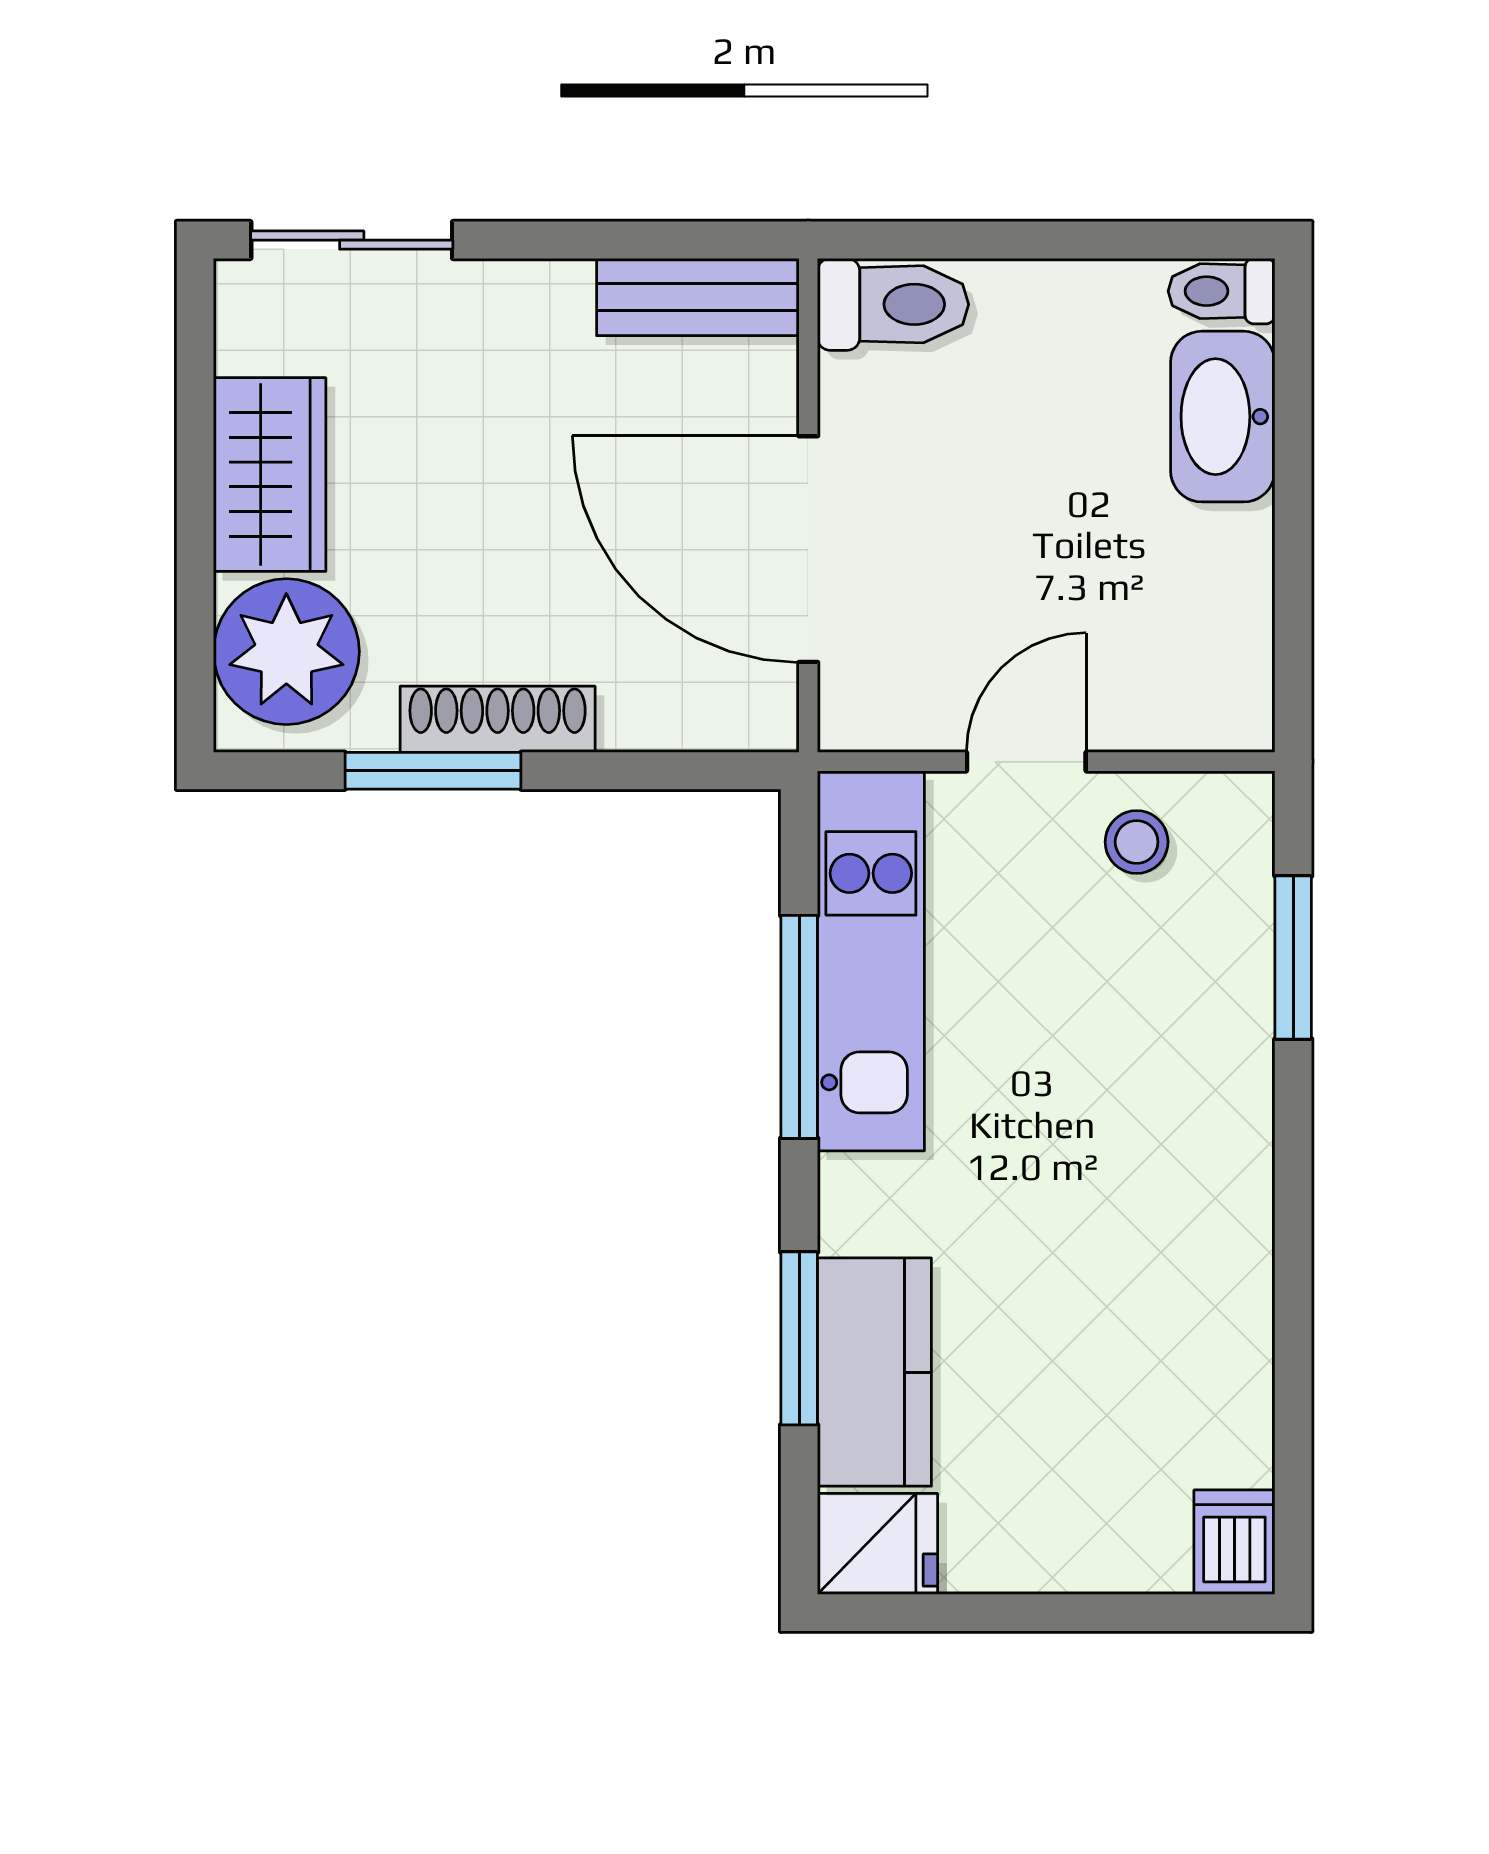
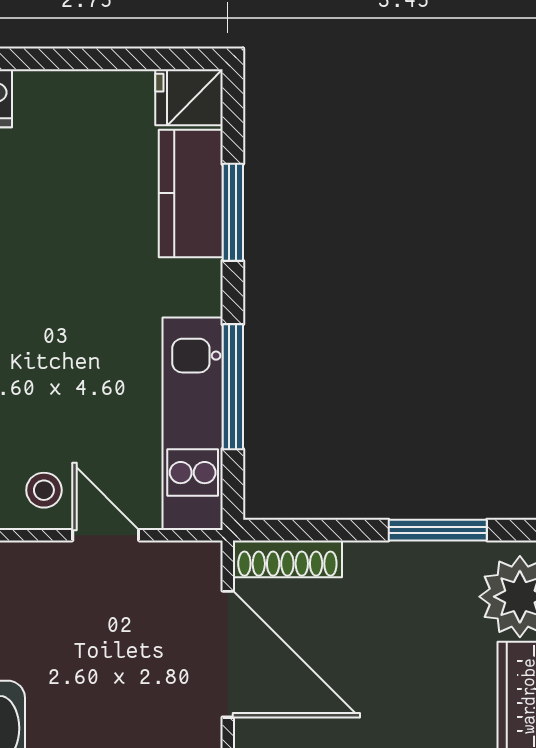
shoe rack: (498, 719) -> (287, 559), moved
door: (1026, 762) -> (106, 535), swing flipped

